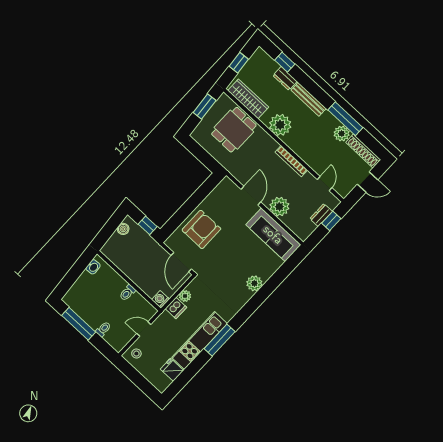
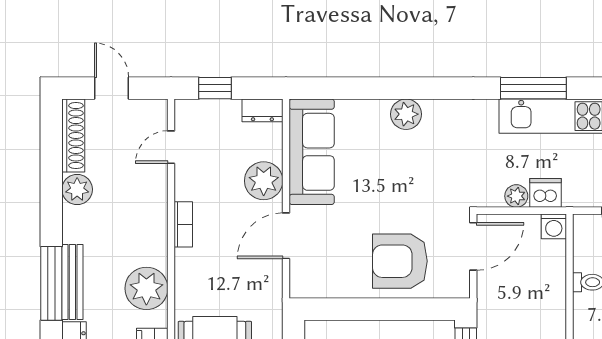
window: (345, 119) -> (51, 283), moved
bookcase: (291, 161) -> (183, 224), width x0.64
dresser: (321, 215) -> (262, 110), moved

